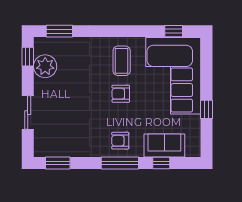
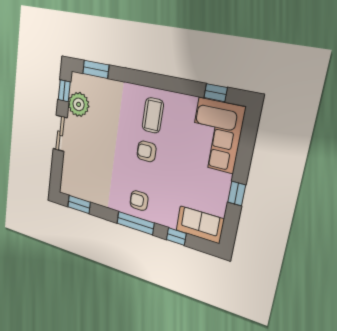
corner sofa: (173, 76) -> (216, 136), width x0.73, depth x0.74
sliding door: (28, 113) -> (60, 133), moved
sofa: (164, 145) -> (200, 225), moved

